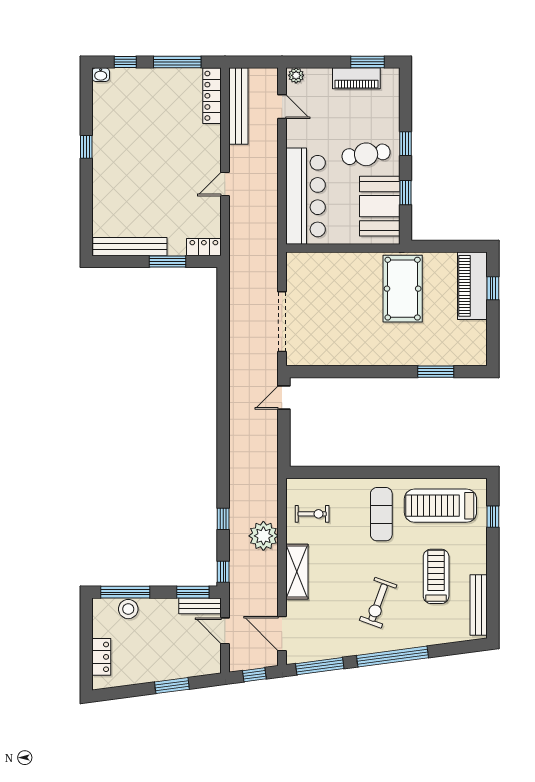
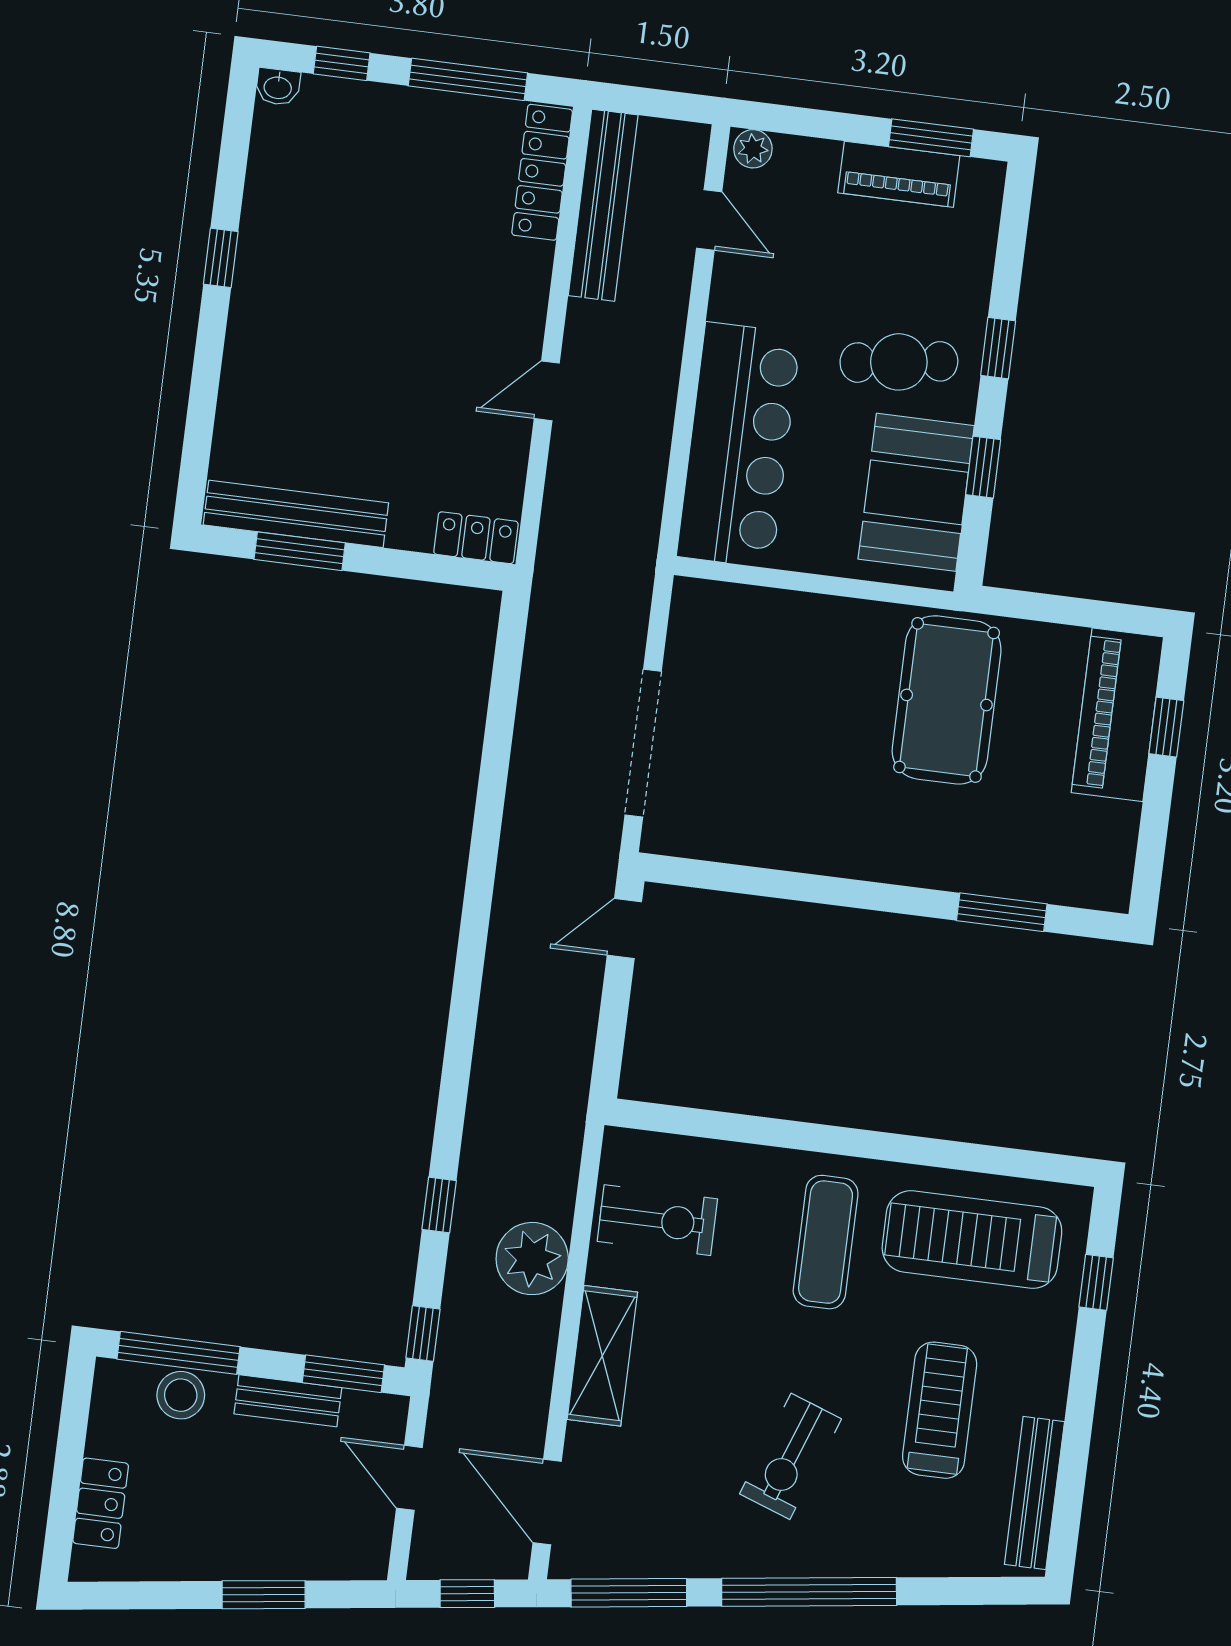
window: (167, 261) -> (300, 551), moved
exercise bike: (312, 514) -> (657, 1220), width x1.38, depth x1.39
bench: (200, 606) -> (288, 1401), moved

